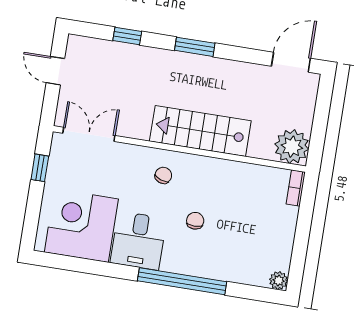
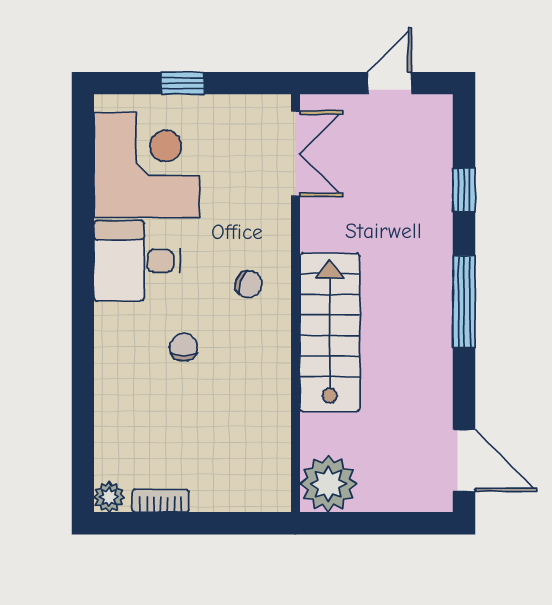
window: (195, 47) -> (464, 302), width x1.44
window: (40, 168) -> (183, 83), moved
bookcase: (296, 188) -> (161, 501), moved
chair: (195, 221) -> (184, 347), turned -90
window: (182, 281) -> (83, 342), removed

